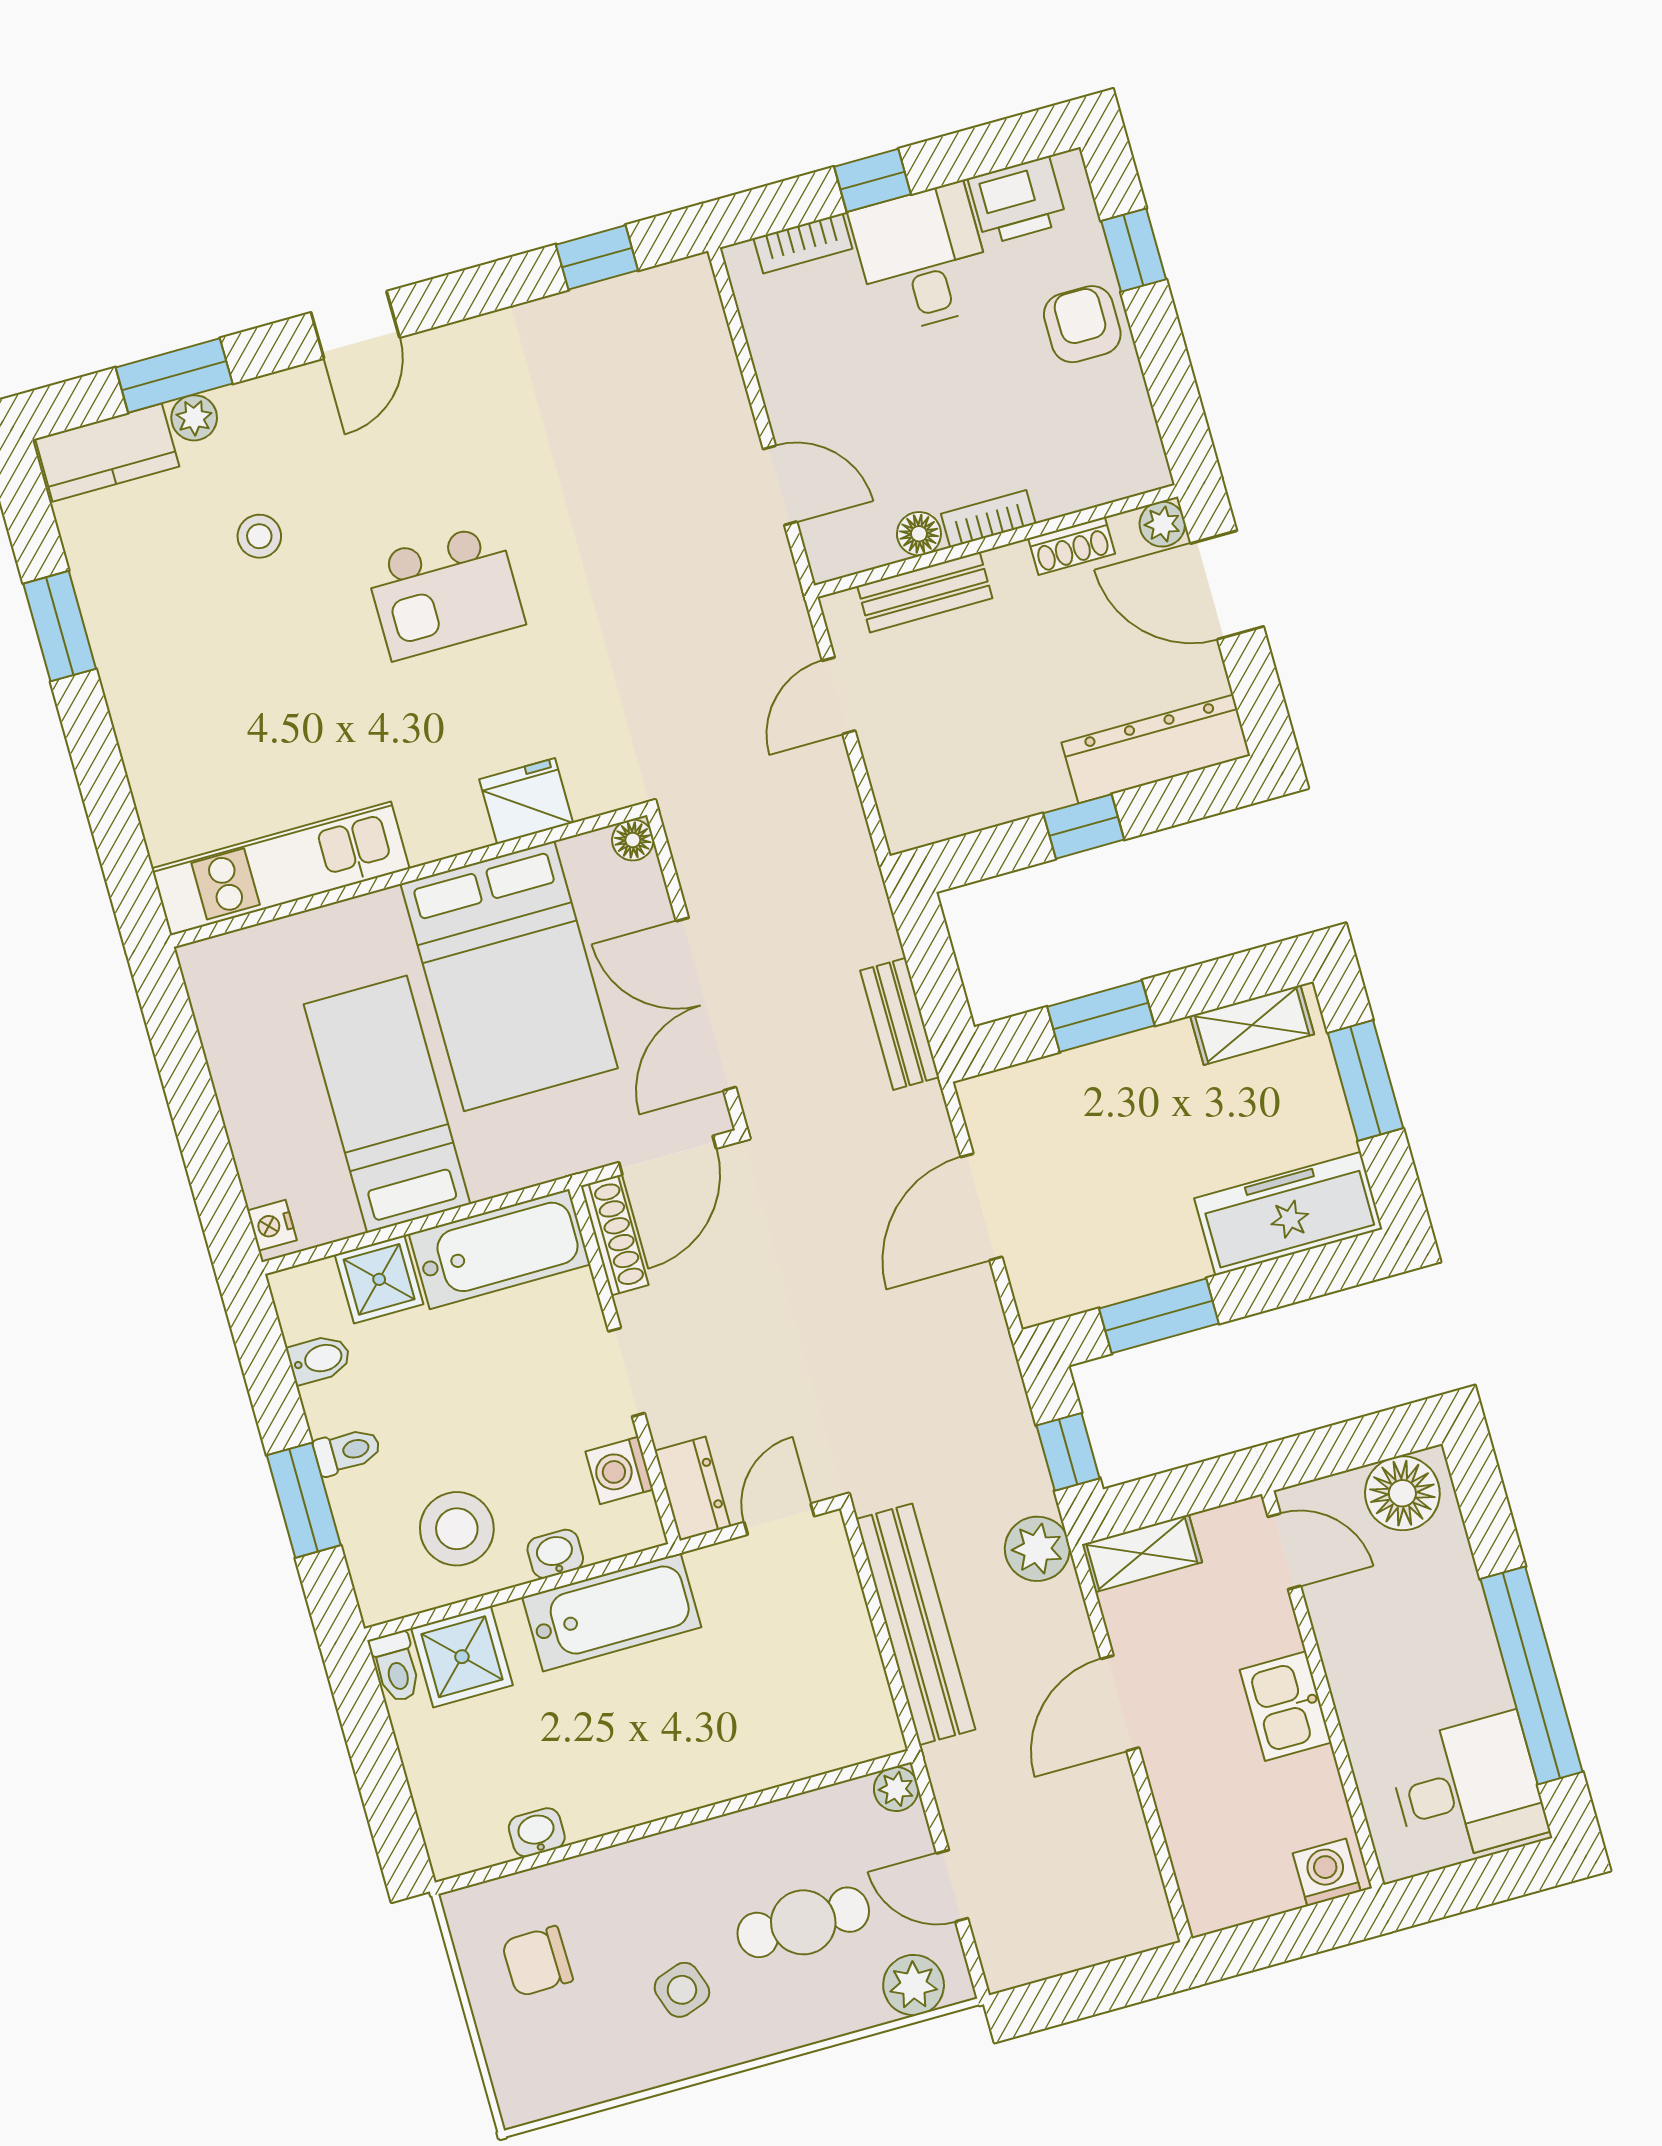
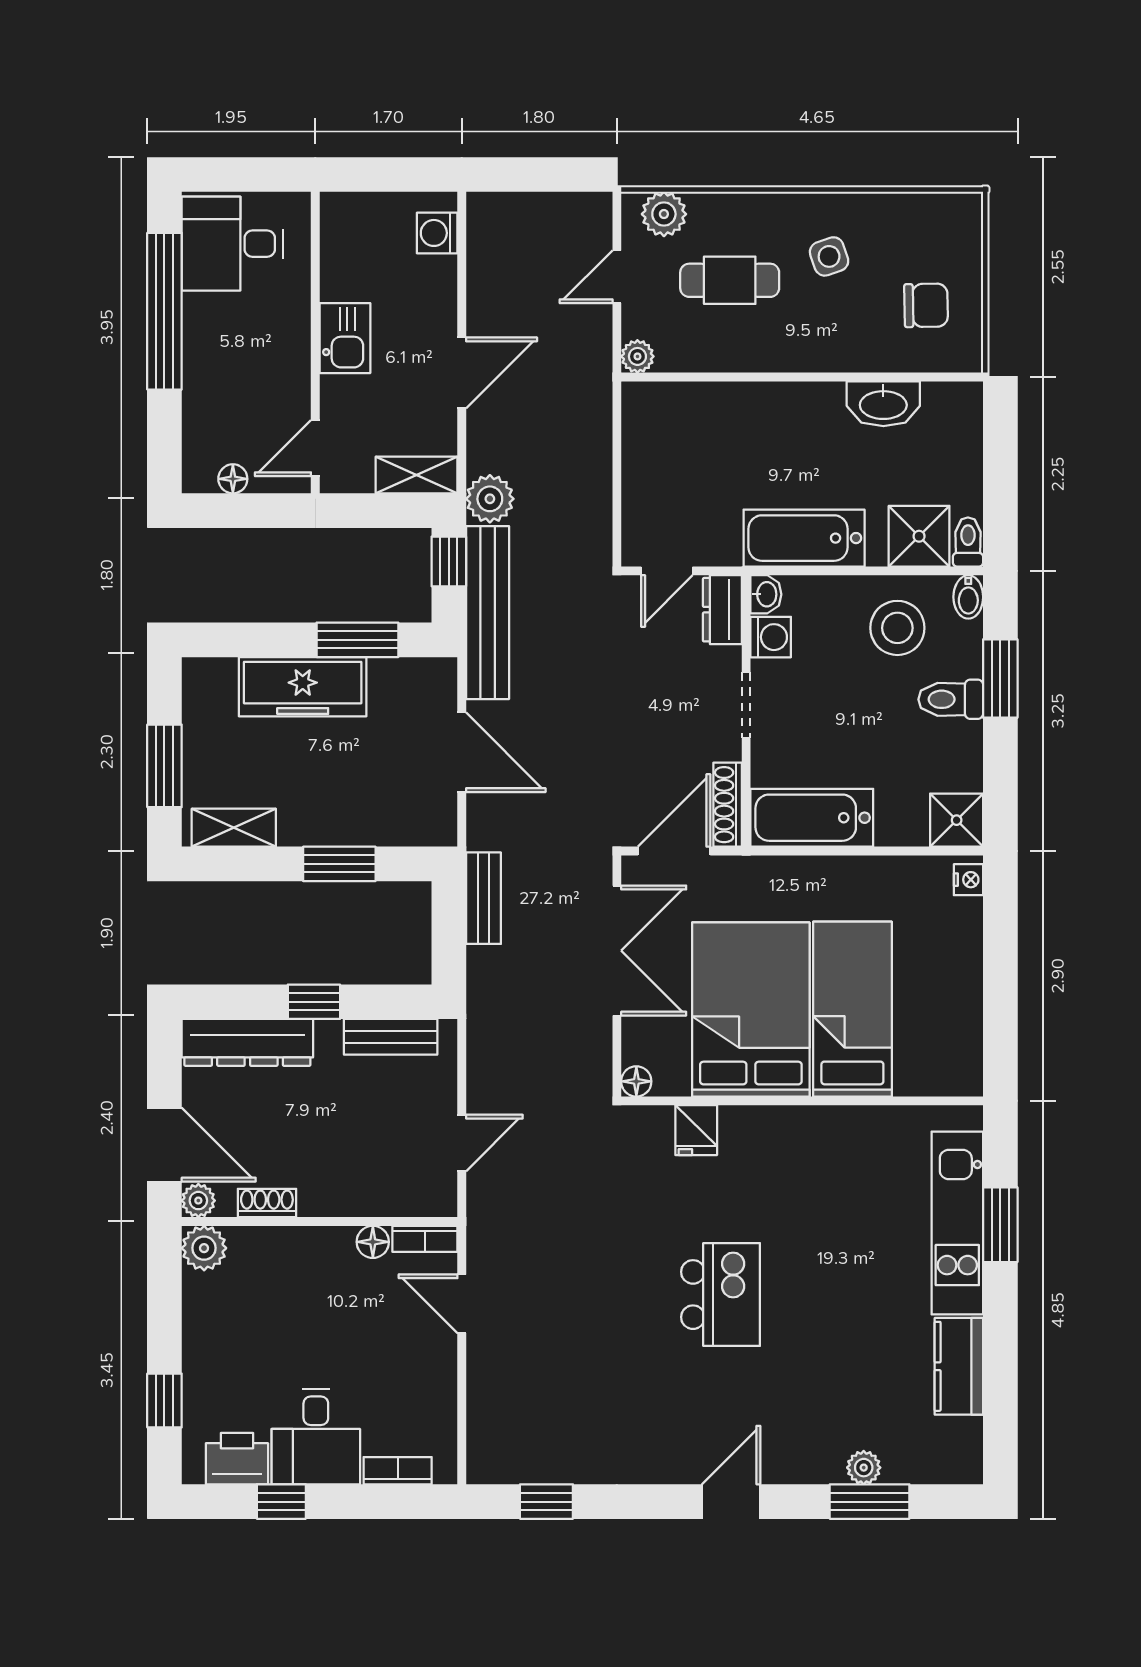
window: (873, 180) -> (281, 1502), moved
armchair: (1082, 324) -> (216, 1358), removed
kitchen counter: (107, 453) -> (959, 1366), moved, turned -90
plant: (1137, 464) -> (204, 1248), added
bookcase: (988, 519) -> (425, 1239), moved
stool: (259, 536) -> (841, 1371), removed
kitchen island: (445, 592) -> (721, 1295), turned 90
bench: (925, 592) -> (391, 1037), moved
window: (60, 626) -> (1000, 1225), moved
fridge: (526, 801) -> (696, 1130), width x0.72
kitchen unit: (281, 868) -> (957, 1223), moved, turned 90
bed: (387, 1104) -> (852, 1009), moved, turned 180
door: (981, 1207) -> (462, 752), hinge flipped
freezer: (1288, 1214) -> (303, 687), moved
shower: (379, 1279) -> (957, 820), moved
bidet: (319, 1359) -> (968, 597), moved, turned -90
toilet: (347, 1451) -> (951, 699), width x1.37, depth x1.39
floor lamp: (1402, 1493) -> (233, 479), width x0.53, depth x0.53
door: (1284, 1551) -> (315, 448), hinge flipped
washbasin: (555, 1554) -> (766, 594), moved, turned -90
bench: (916, 1624) -> (488, 613), moved
washbasin: (537, 1832) -> (883, 404), width x1.91, depth x1.45
washing machine: (1327, 1872) -> (437, 233), moved, turned 90
door: (952, 1886) -> (617, 277), swing flipped

